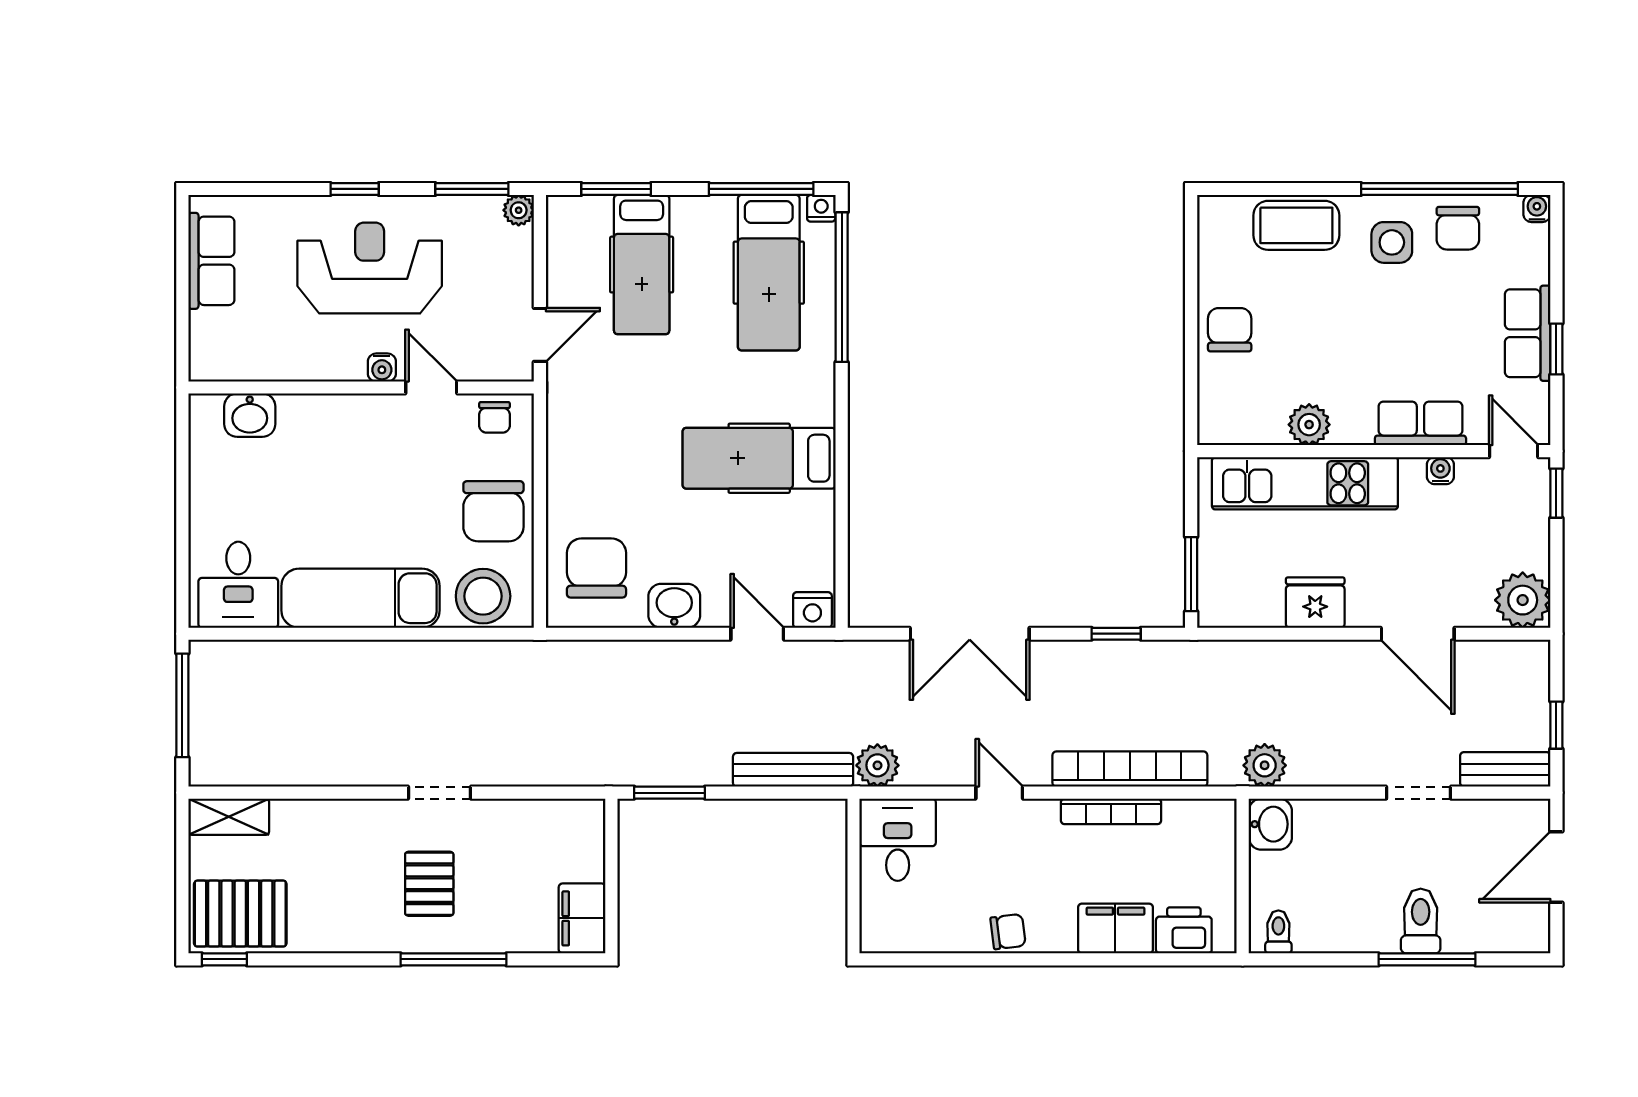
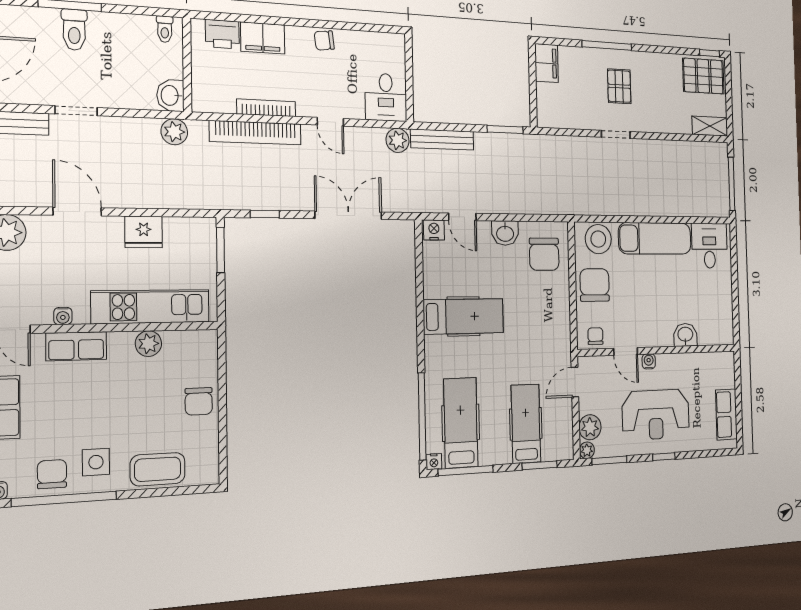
plant: (511, 252) -> (590, 427), added
washbasin: (250, 415) -> (685, 335), moved

